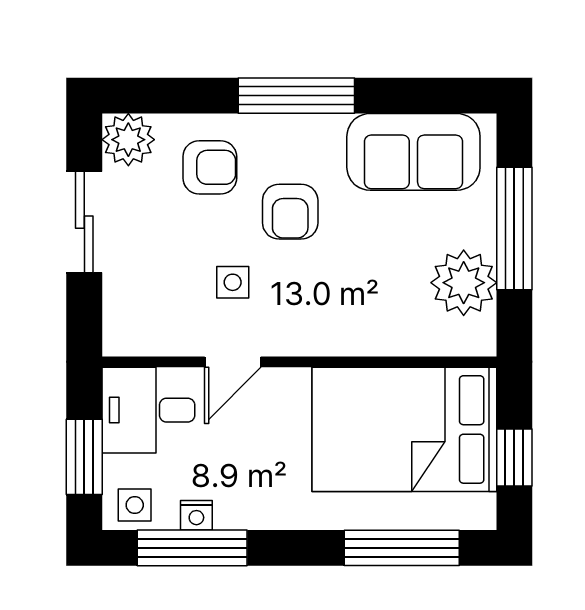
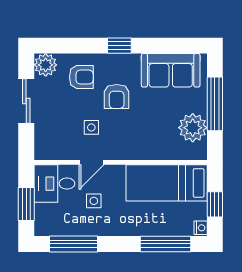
window: (296, 96) -> (119, 46), width x0.46
bed: (404, 429) -> (167, 183), width x0.67
side table: (135, 505) -> (94, 201), moved
nightstand: (196, 515) -> (201, 228), moved, turned -90

